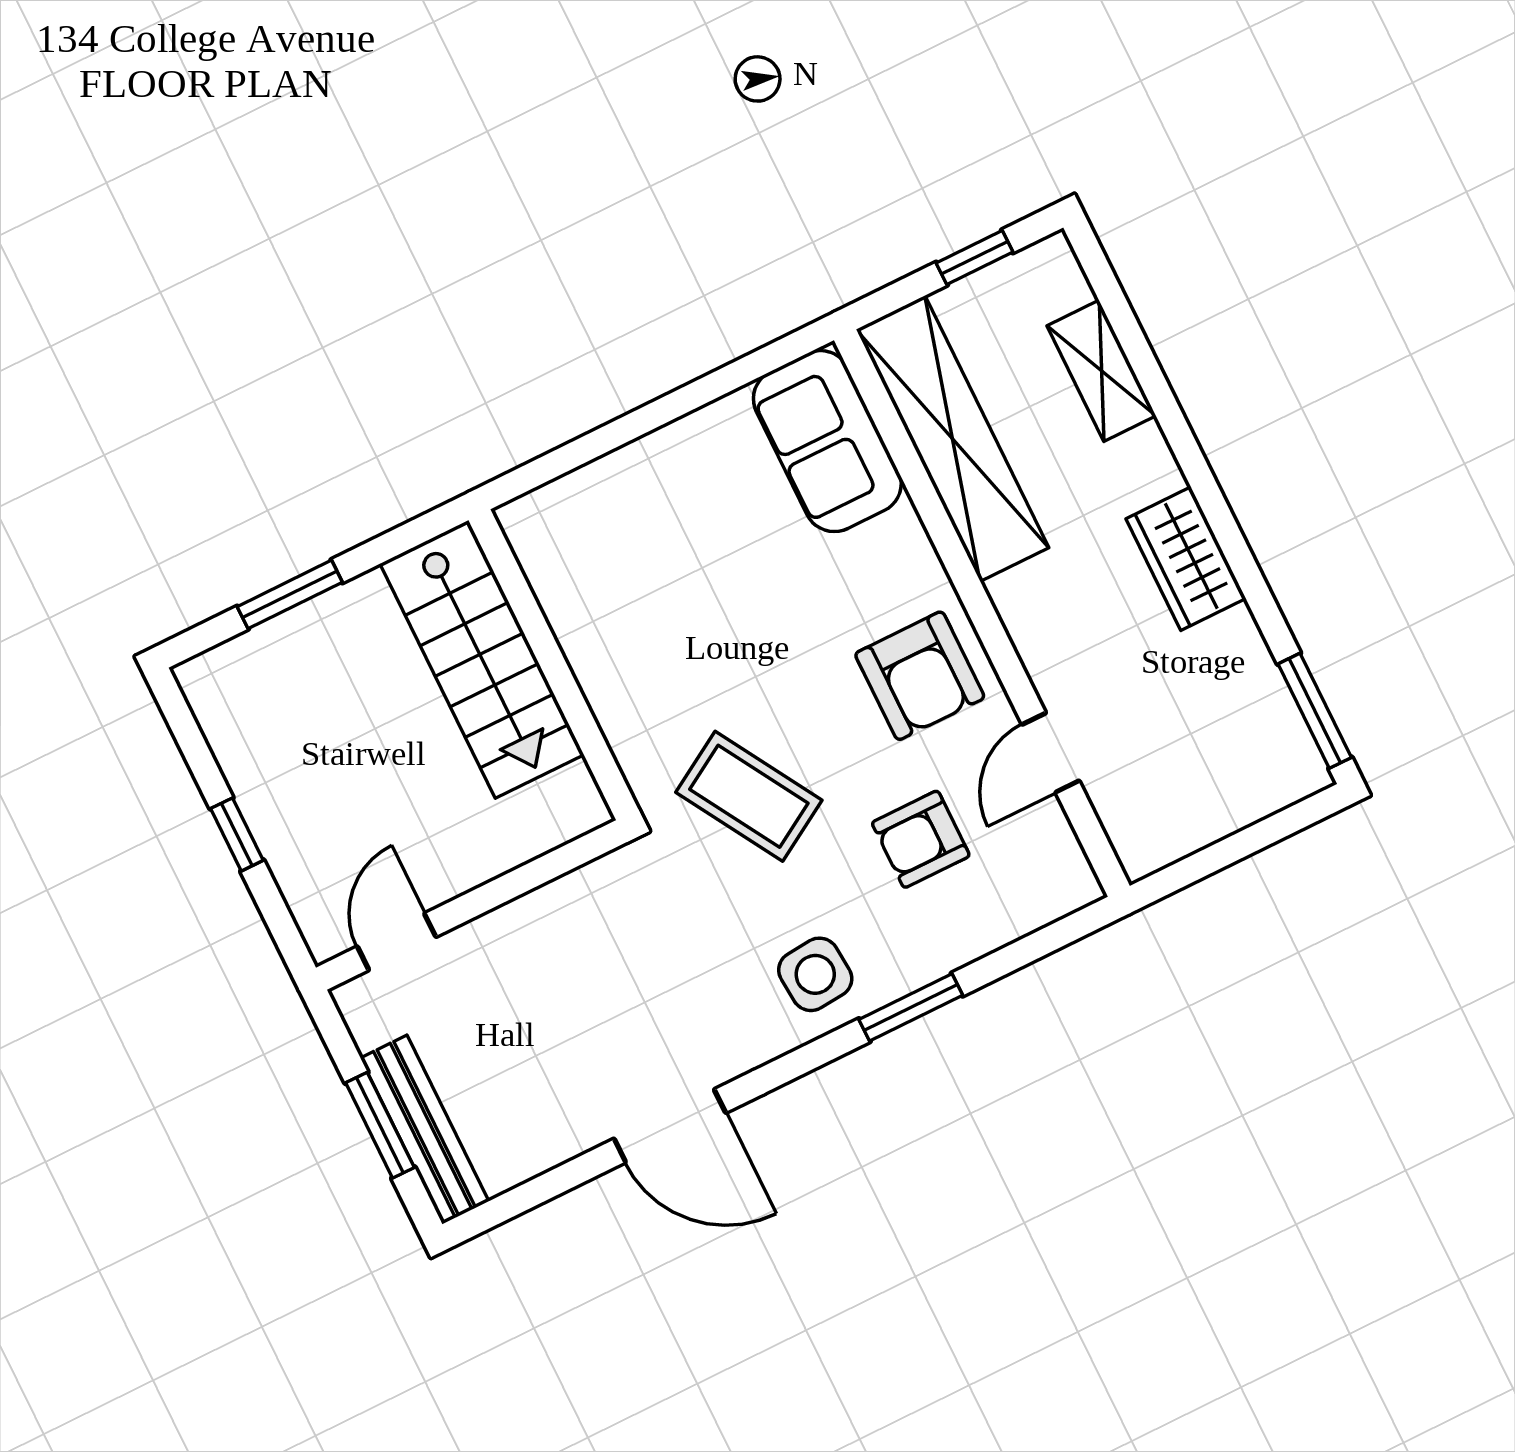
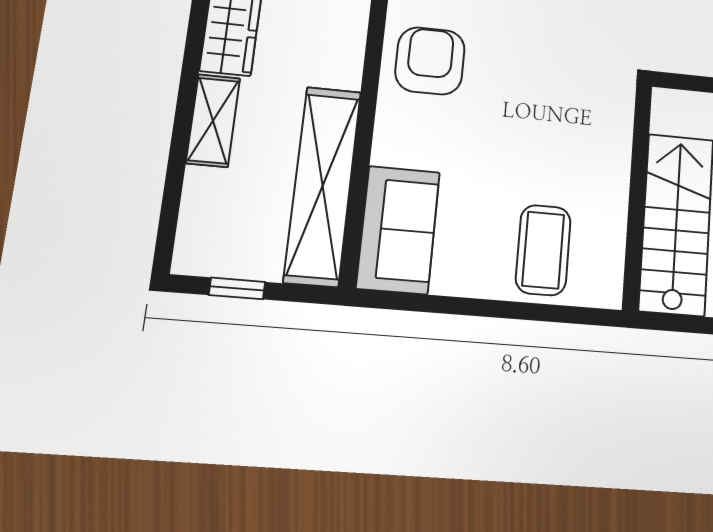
shelving: (1101, 371) -> (213, 121), moved
coffee table: (749, 796) -> (543, 250), moved, turned 31

